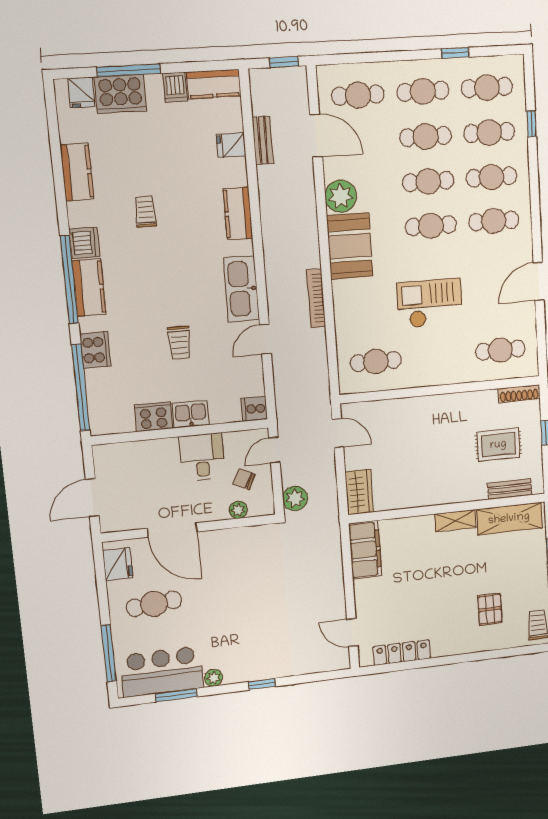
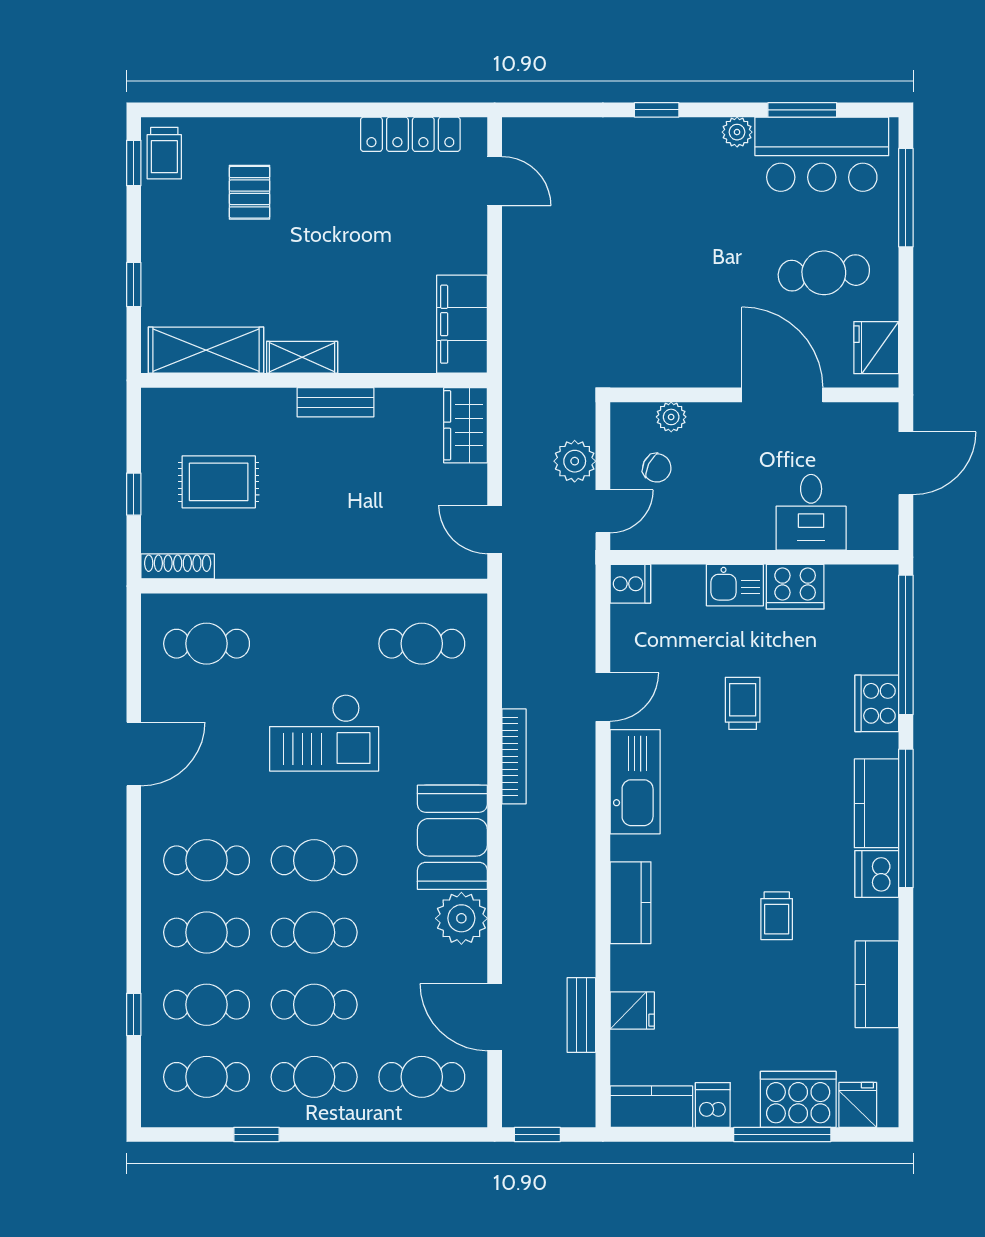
desk: (202, 457) -> (811, 512), moved
bench: (510, 489) -> (335, 402), moved
plant: (295, 499) -> (575, 461), moved

